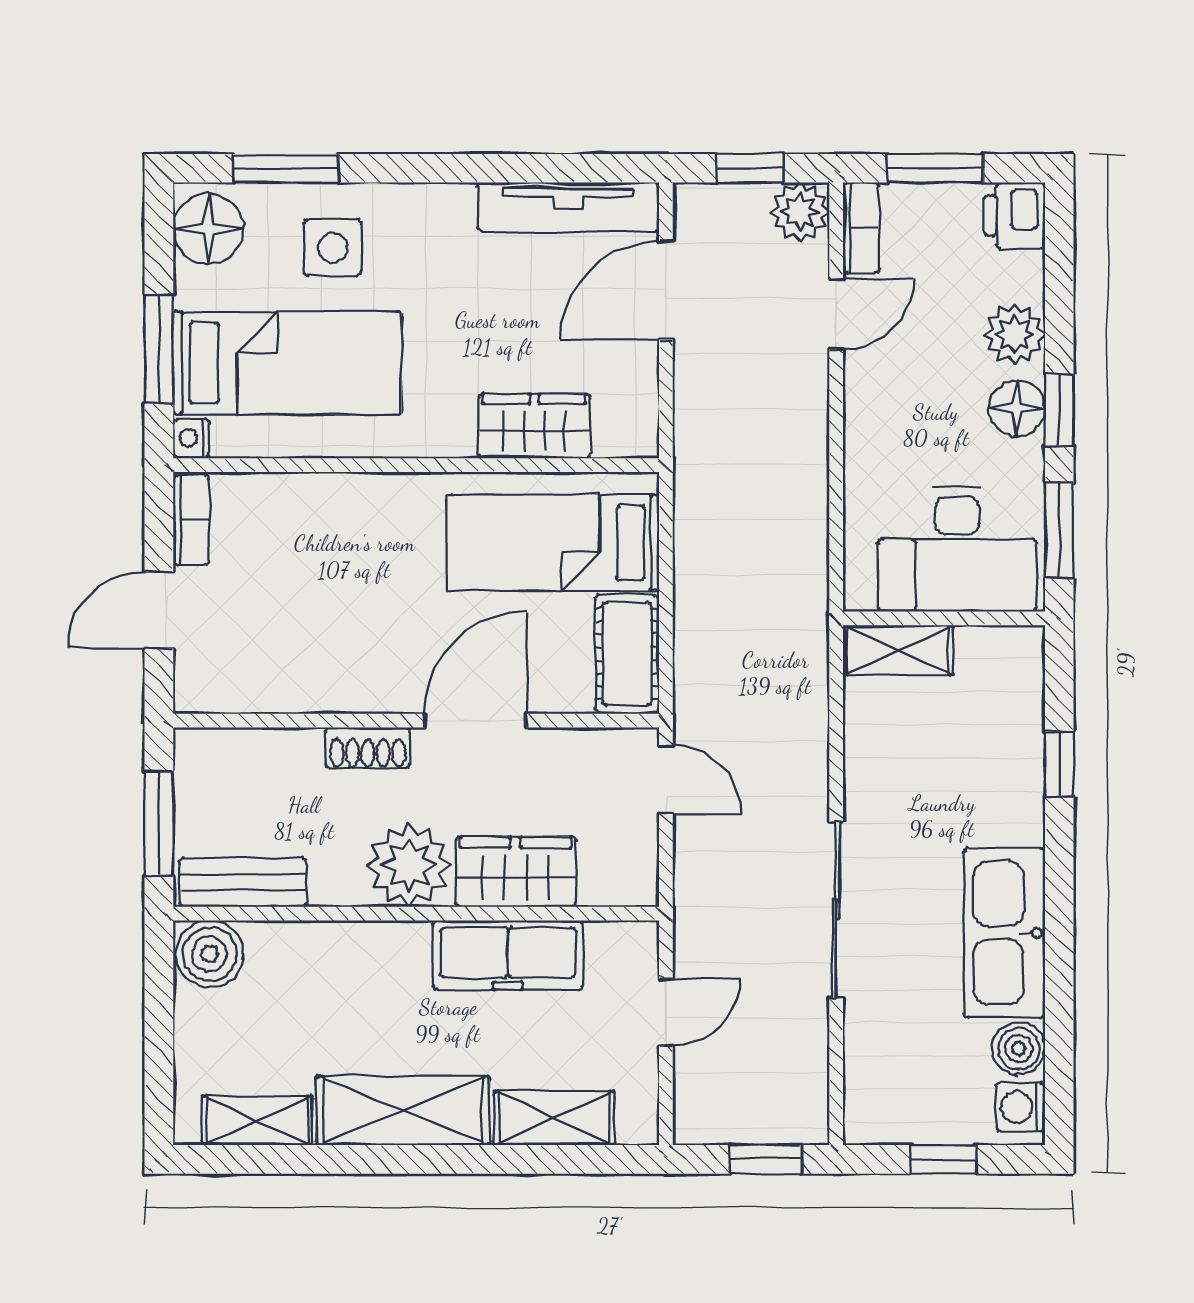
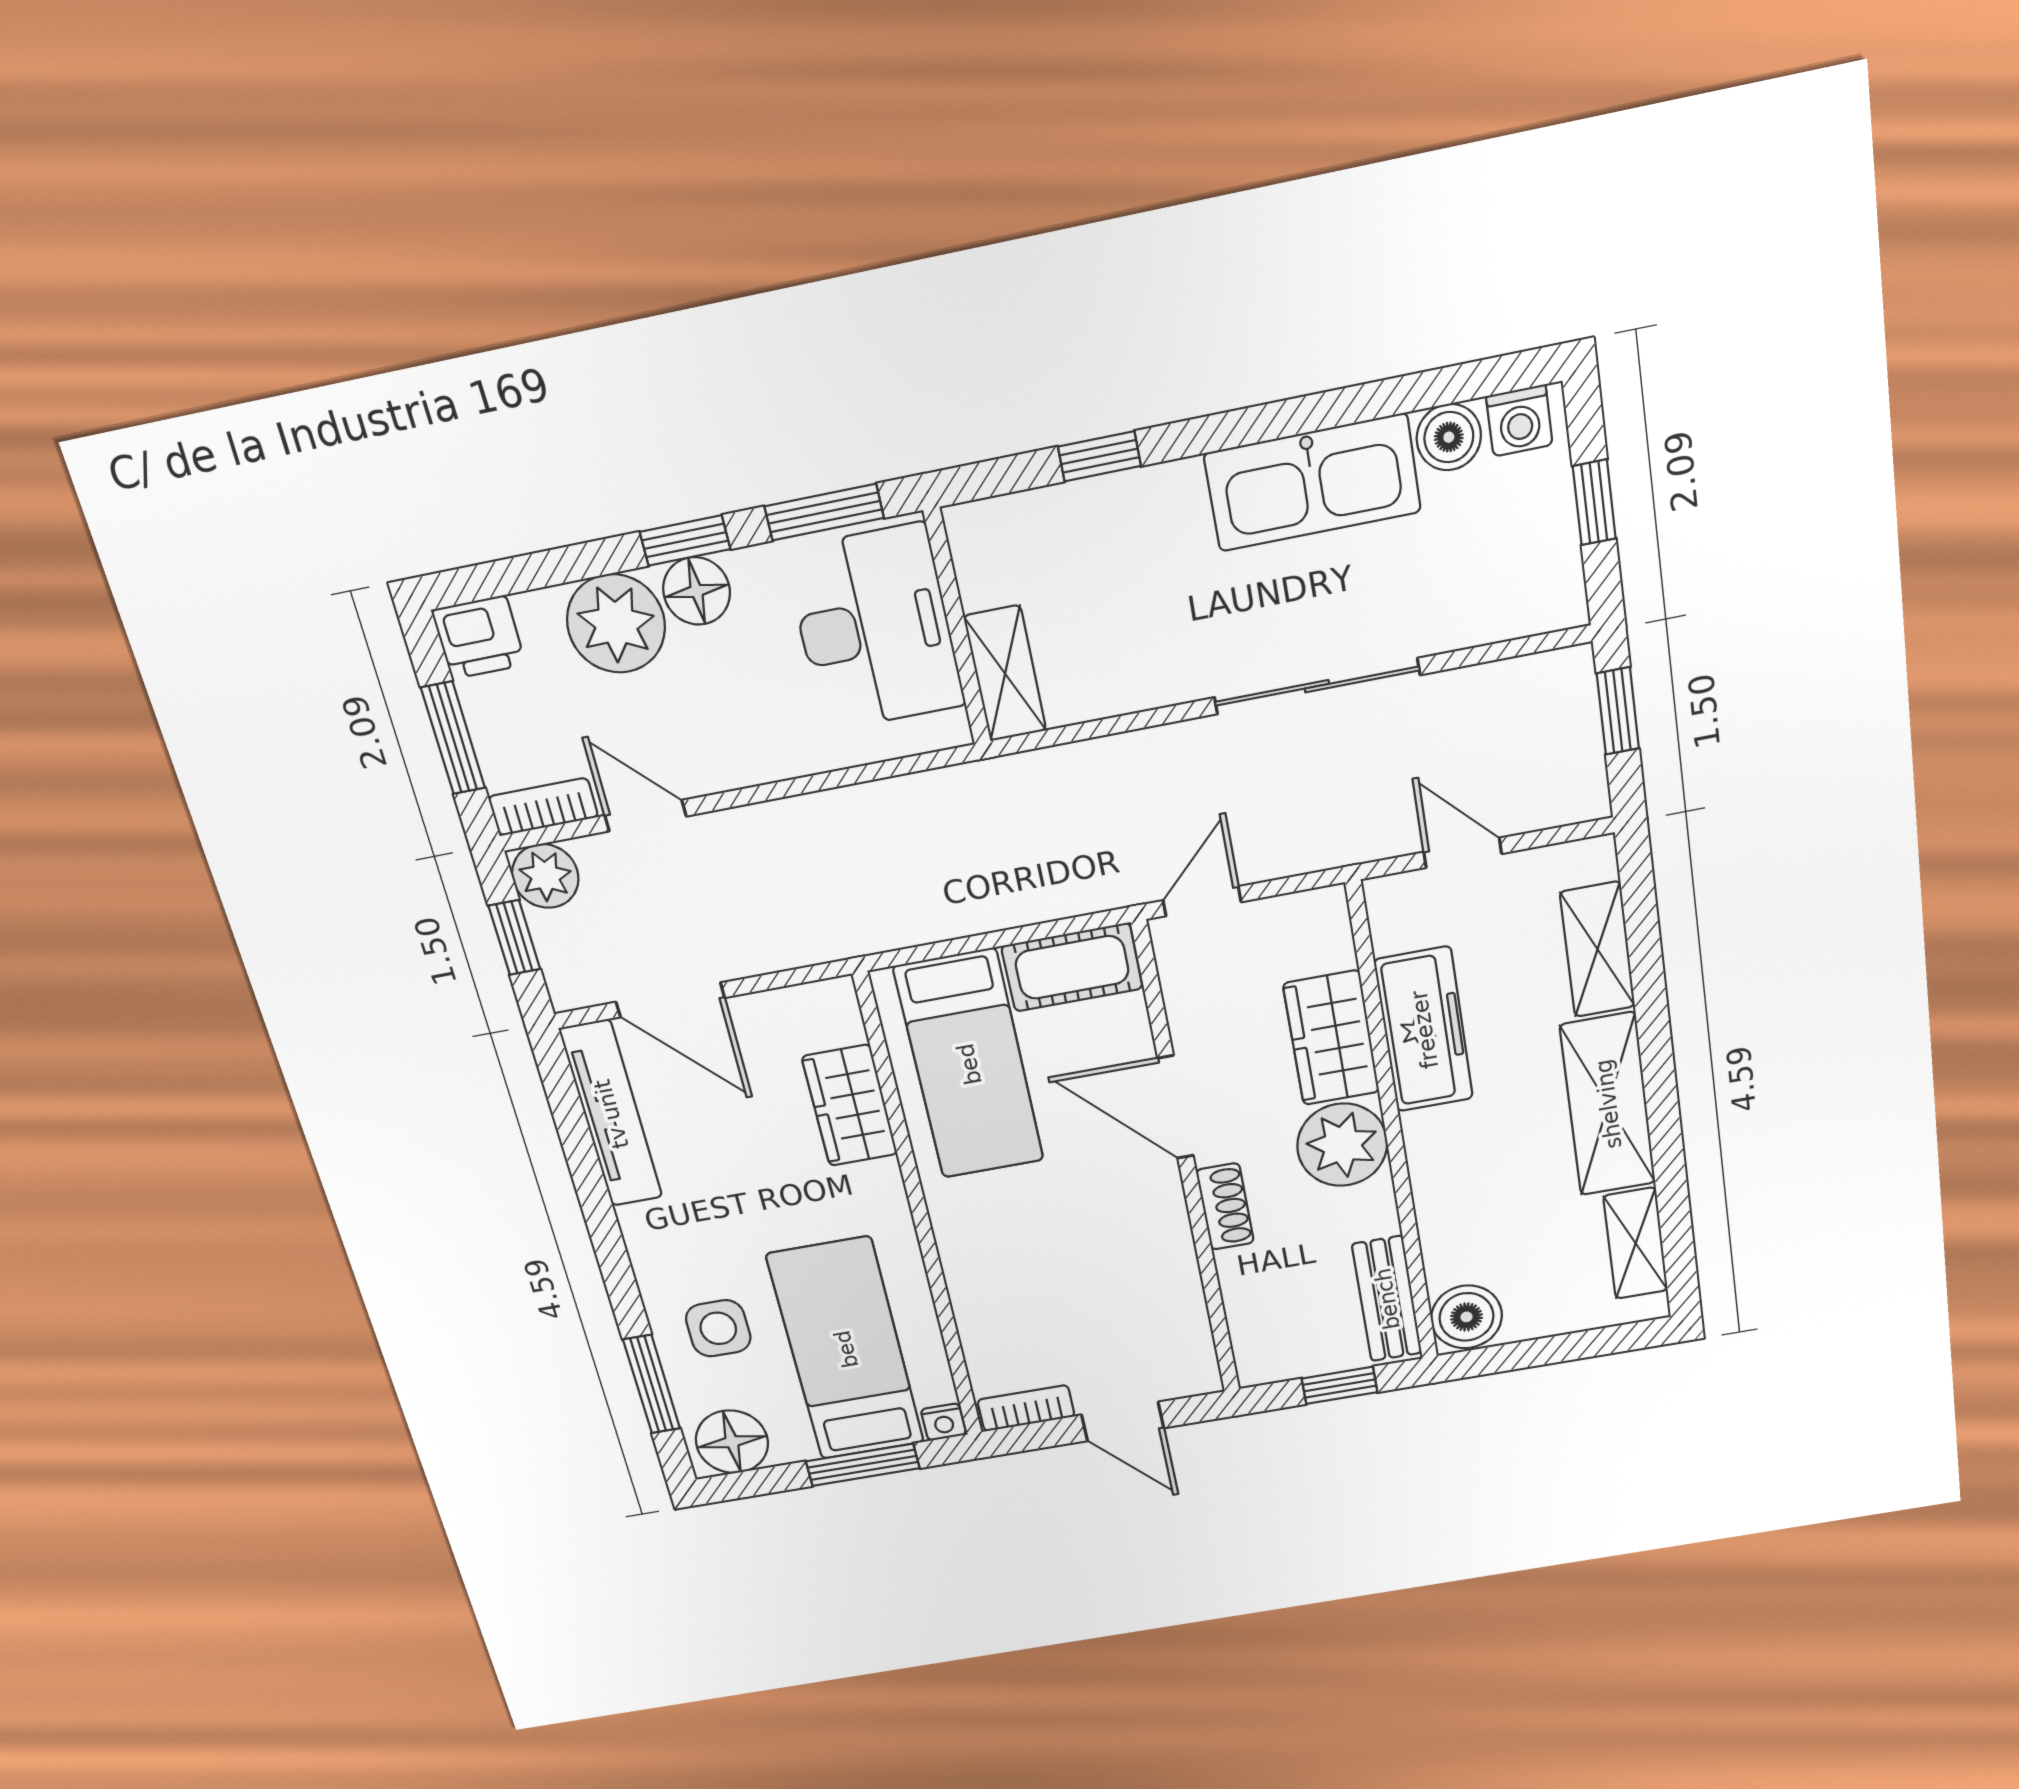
plant: (1014, 334) -> (616, 624), width x1.36, depth x1.36
window: (159, 824) -> (1339, 1385), width x0.67

